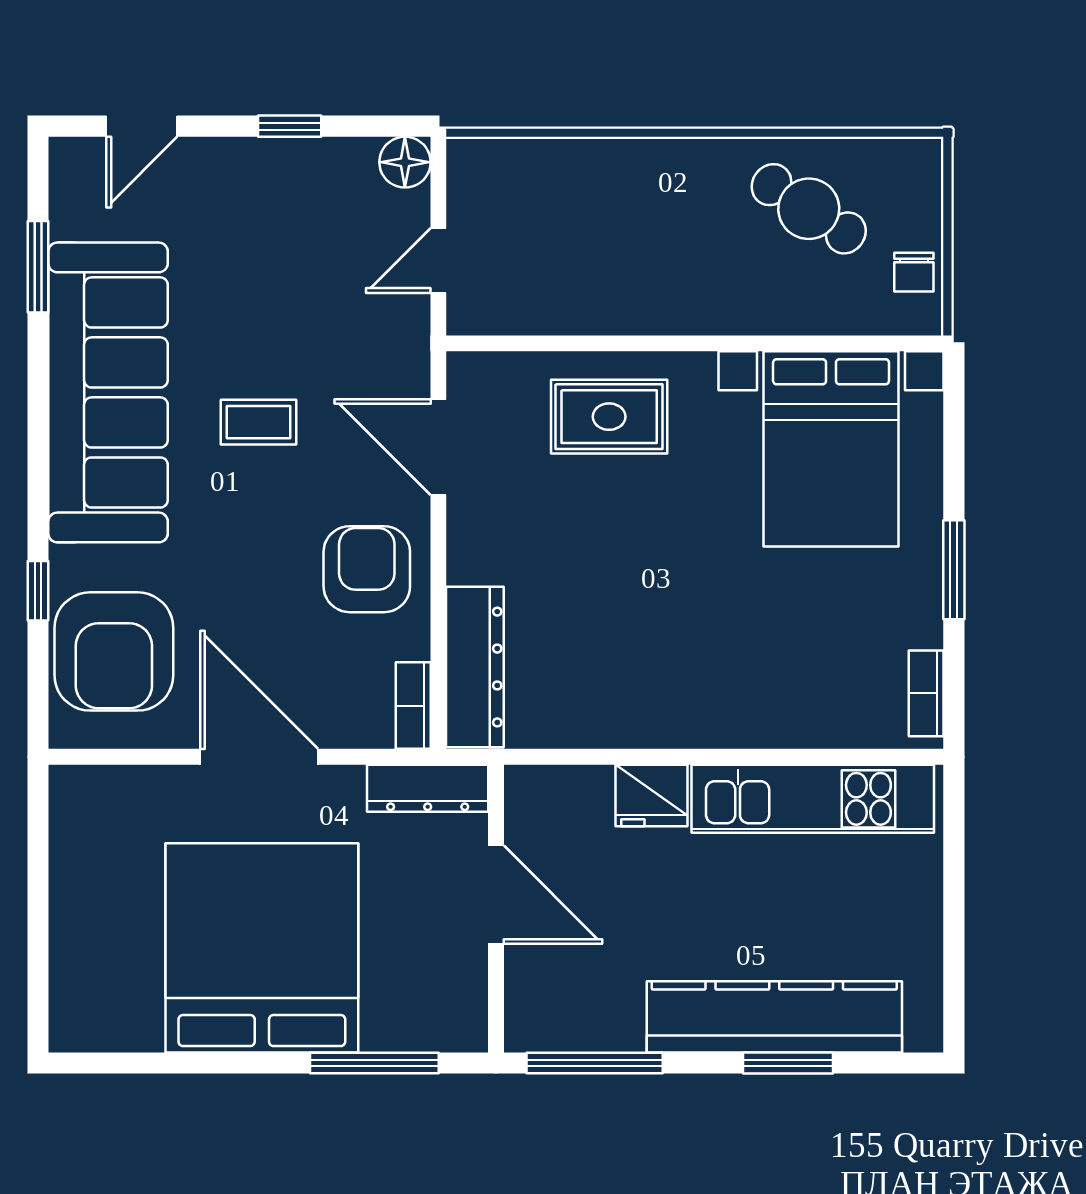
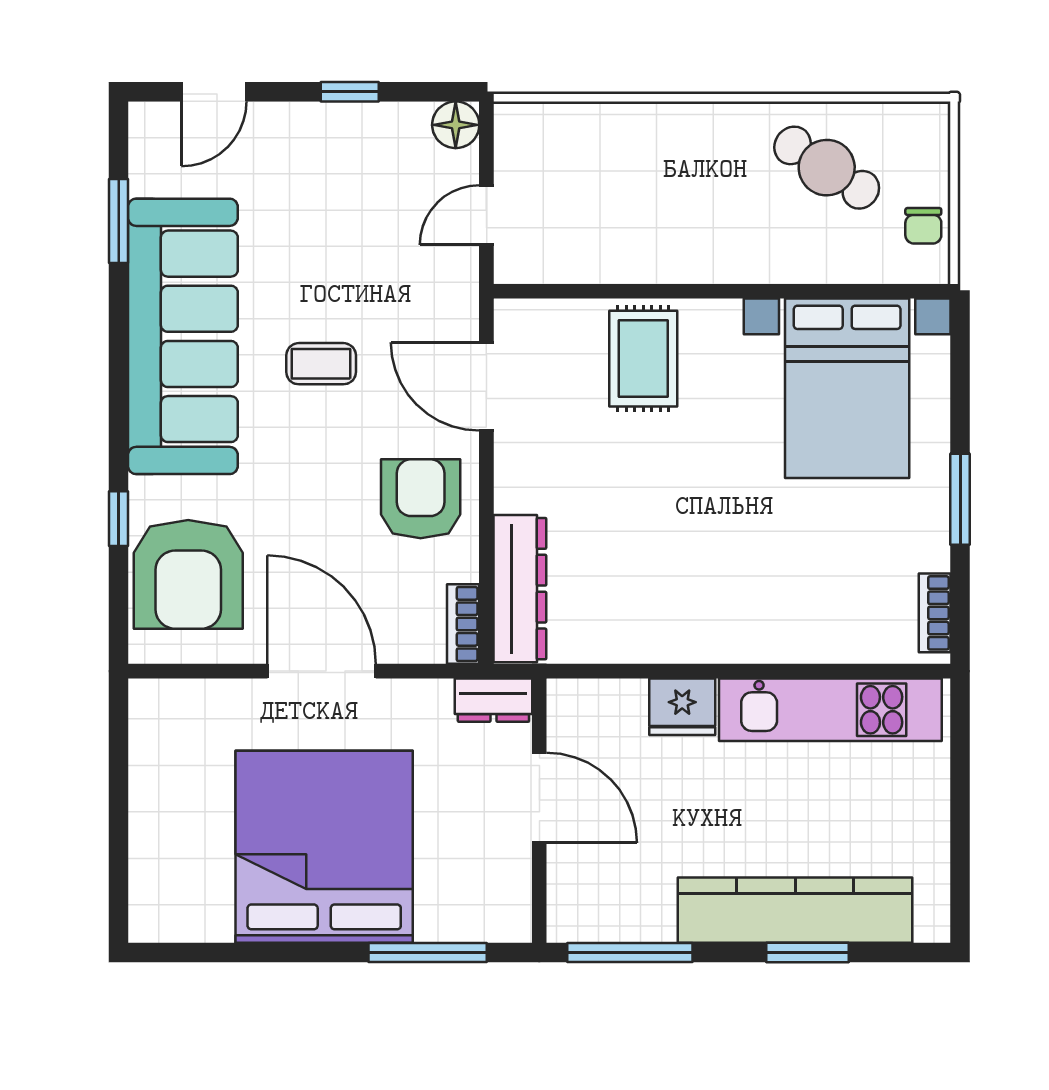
rug: (609, 417) -> (643, 359), turned 90
dresser: (428, 788) -> (493, 700), width x0.70

